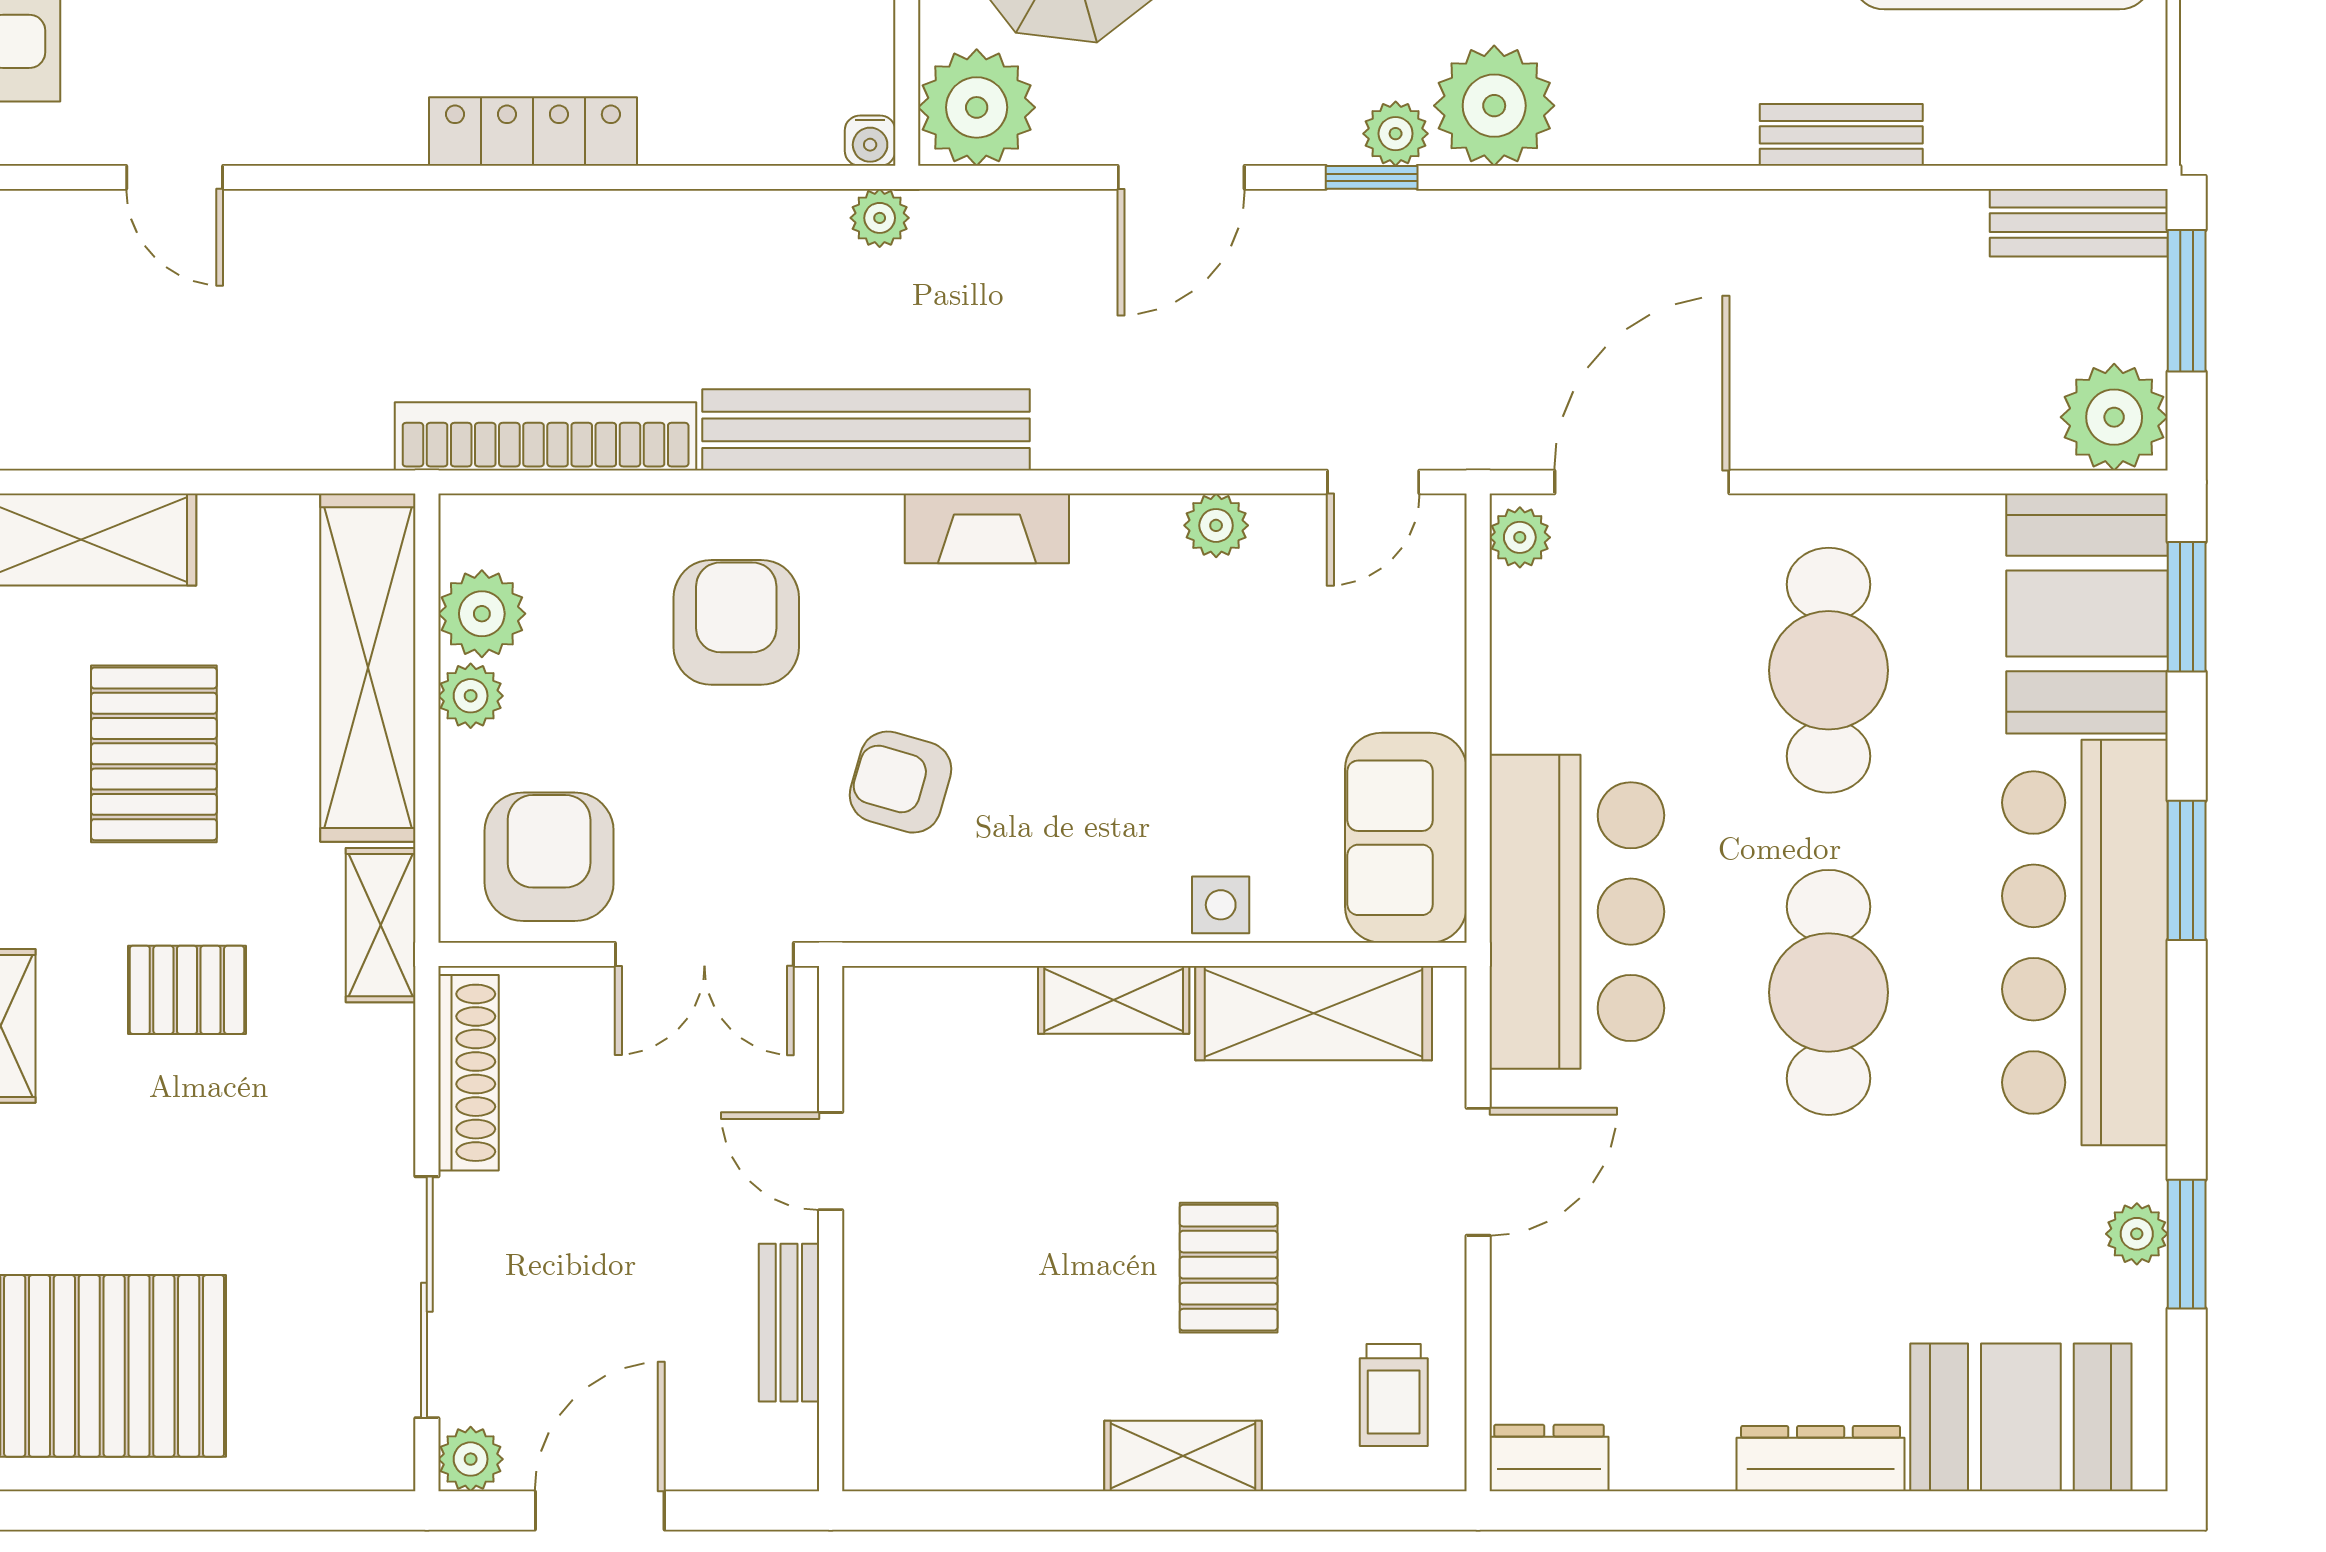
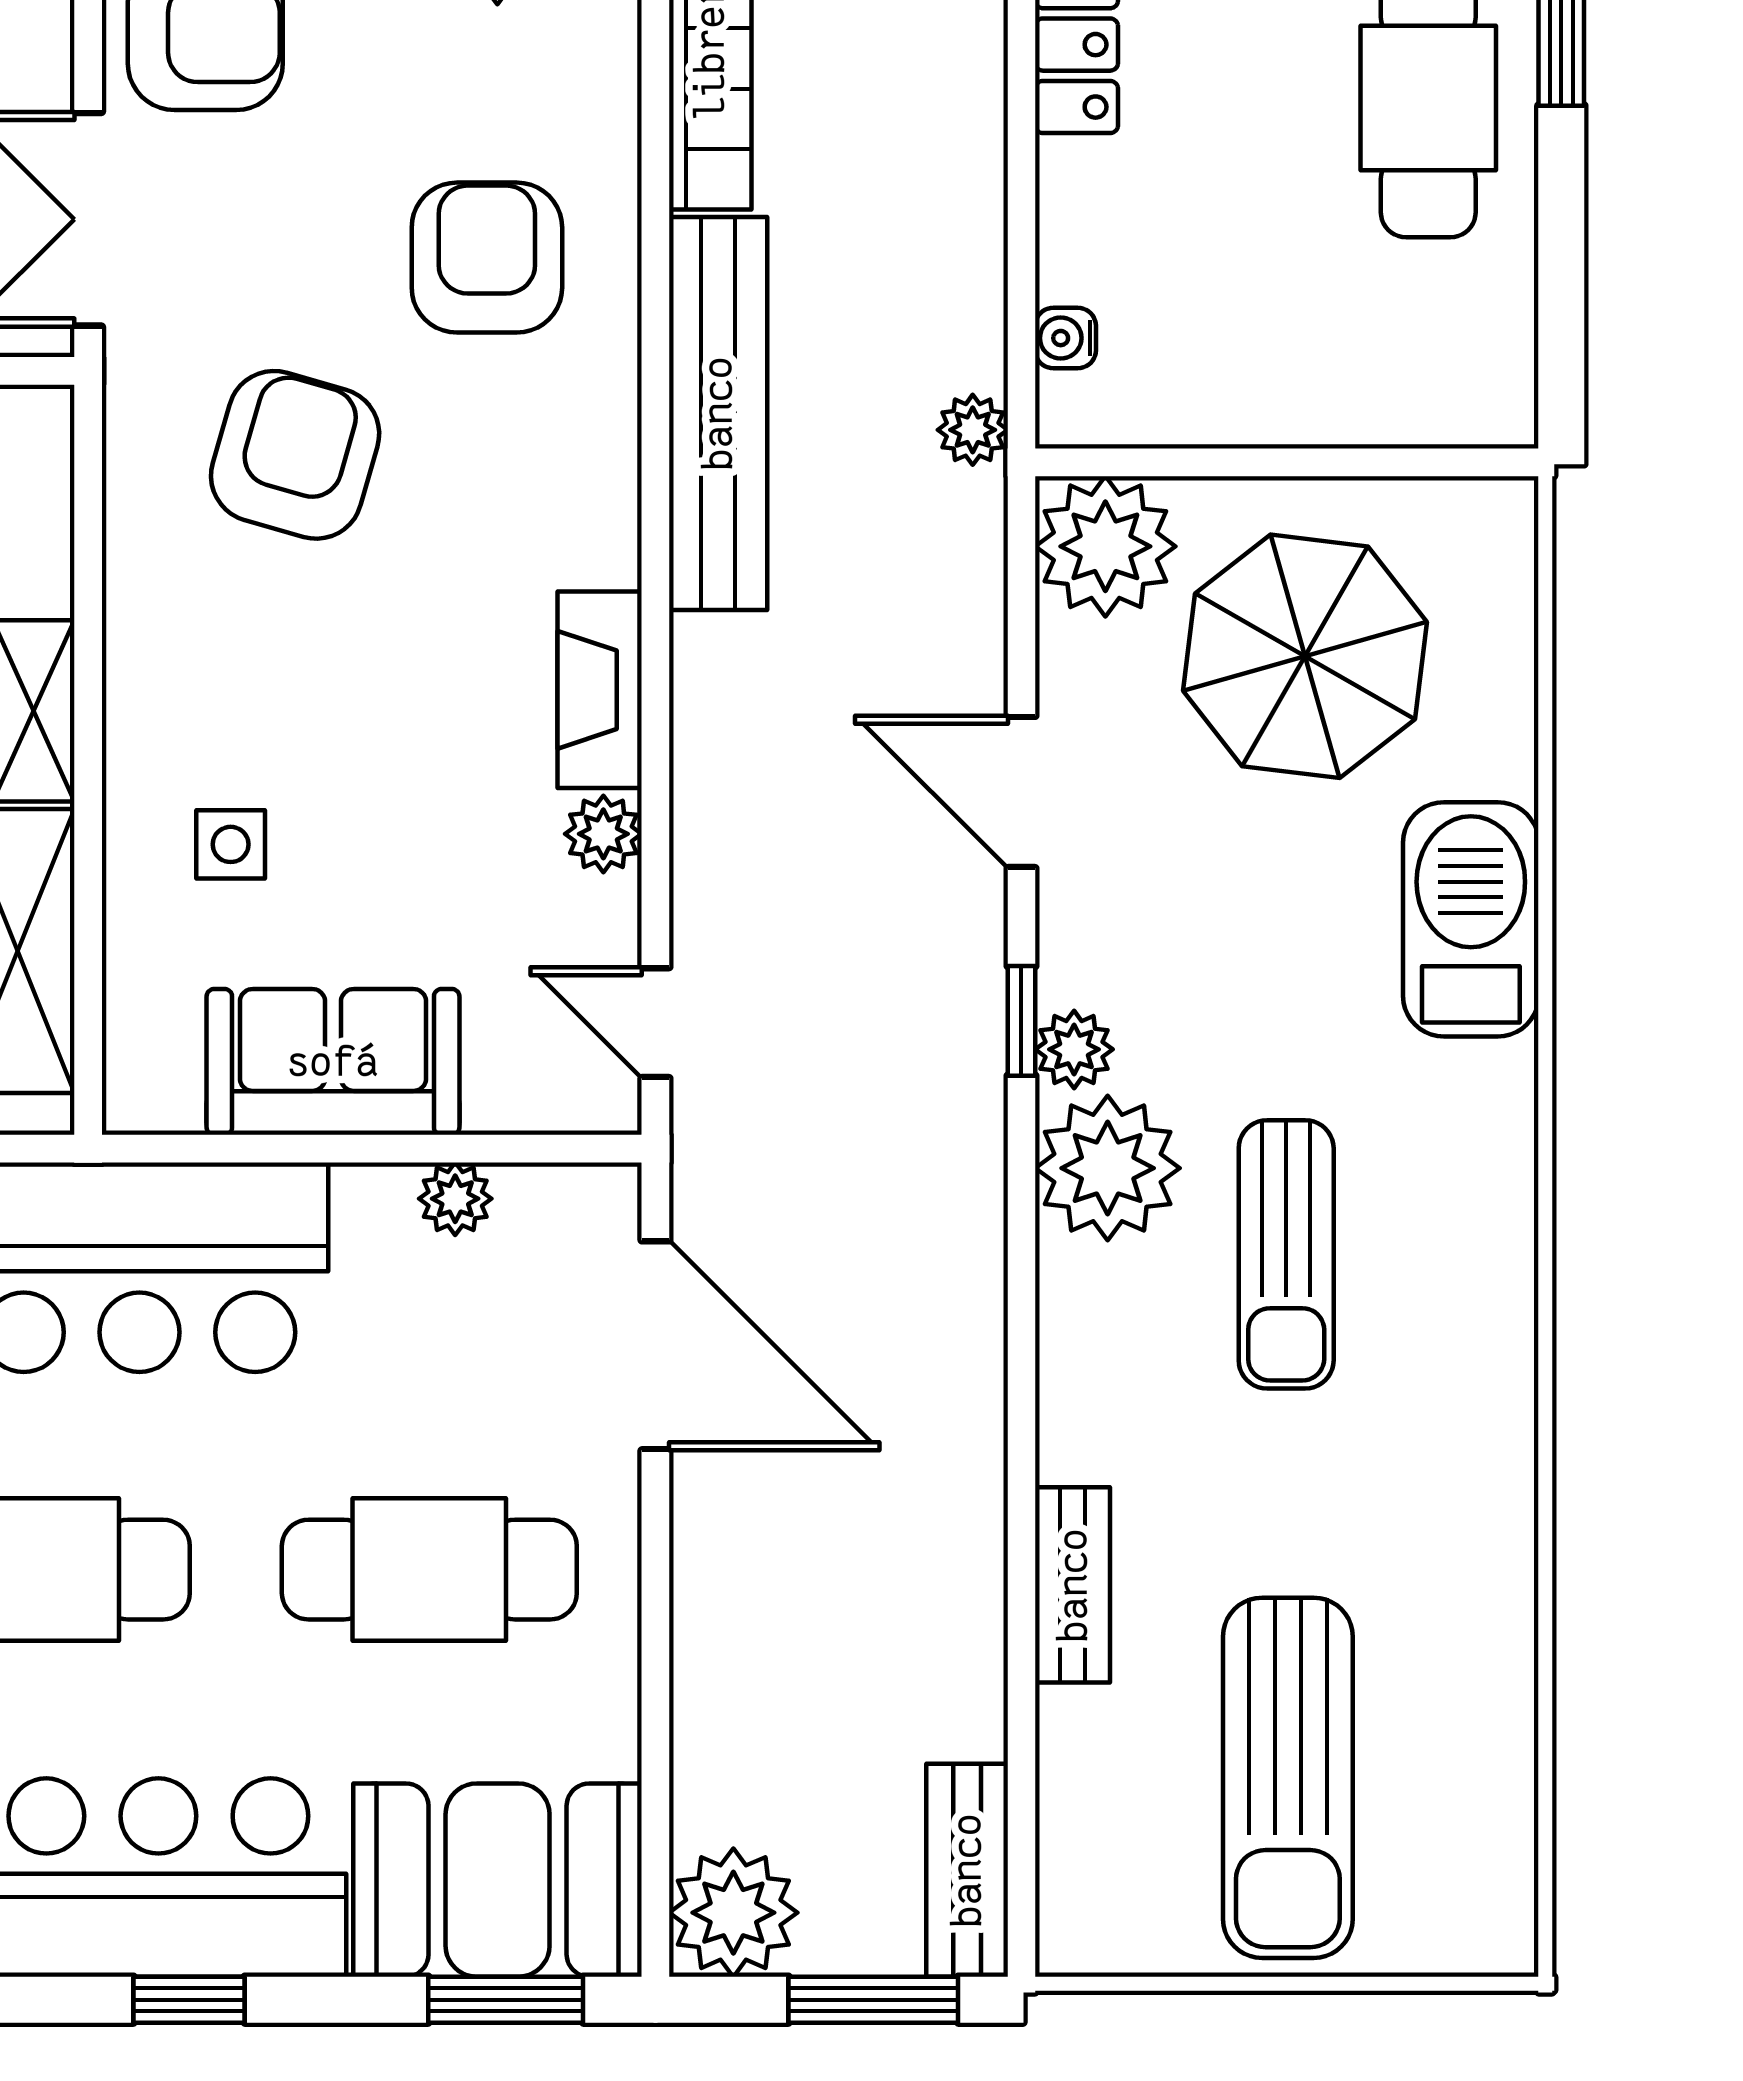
water cooler: (870, 141) -> (1066, 338), moved
fireplace: (987, 528) -> (600, 690), moved
plant: (1520, 537) -> (455, 1199), moved
armchair: (736, 622) -> (487, 258), turned -90
armchair: (900, 782) -> (295, 455), width x1.38, depth x1.38
sofa: (1406, 838) -> (333, 1062), moved
window: (2187, 870) -> (189, 2000), width x0.67
side table: (1221, 905) -> (231, 844), moved

